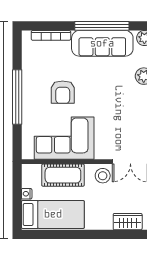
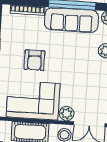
plant: (103, 151) -> (67, 114), added

